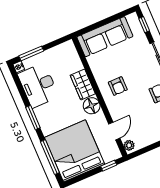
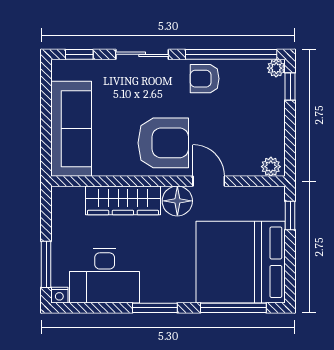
wardrobe: (83, 85) -> (123, 200), width x1.50
armchair: (118, 86) -> (163, 143), width x1.88, depth x1.88
door: (114, 131) -> (209, 181), moved

